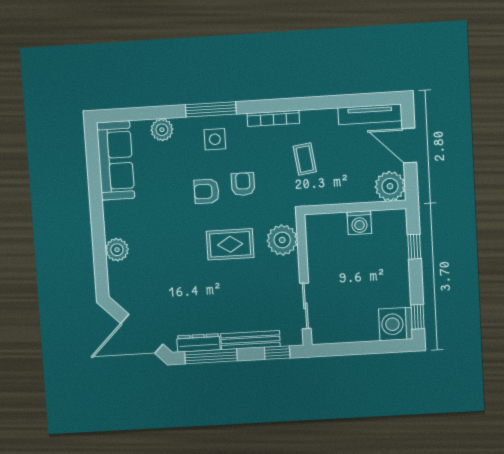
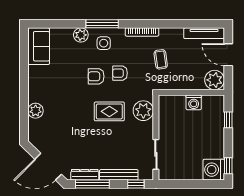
plant: (162, 130) -> (81, 35), moved
sofa: (116, 160) -> (39, 46), width x0.73
armchair: (243, 184) -> (120, 73), turned -90

